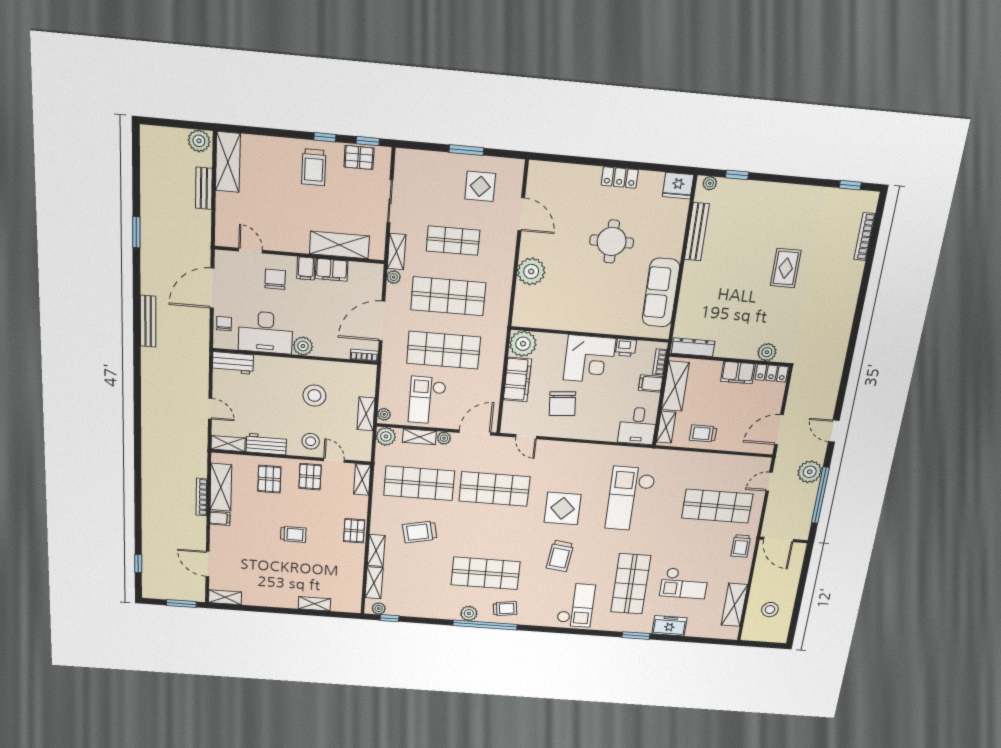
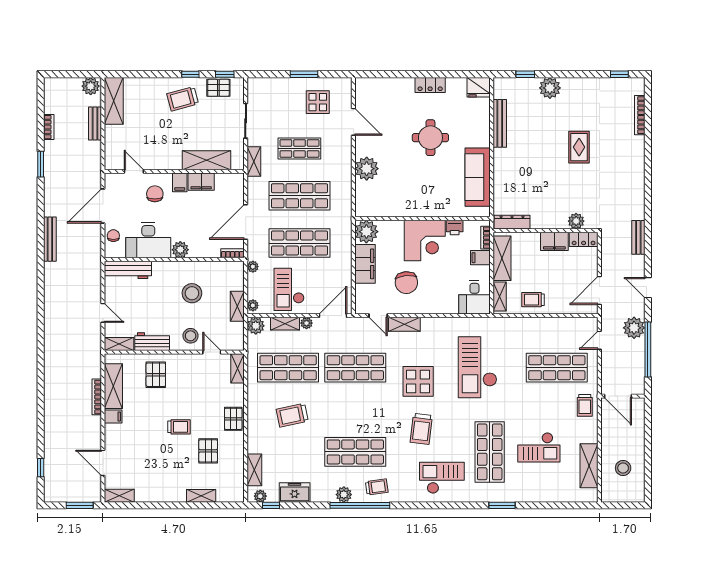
trolley: (314, 167) -> (183, 99), turned 75
plant: (710, 183) -> (550, 88), moved, width x1.87, depth x1.87
bookcase: (146, 188) -> (49, 127), added
plant: (394, 277) -> (253, 267), moved
workbench: (233, 363) -> (128, 270), width x1.38
bench: (834, 376) -> (638, 237), added
pallet: (310, 477) -> (208, 451), moved
shelving: (376, 550) -> (404, 324), moved, turned 90
checkout: (576, 605) -> (442, 478), turned -90
freezer: (670, 626) -> (295, 492), moved

